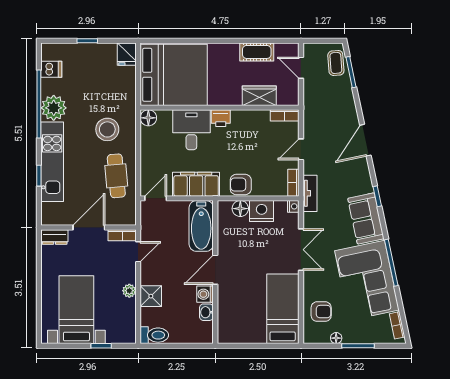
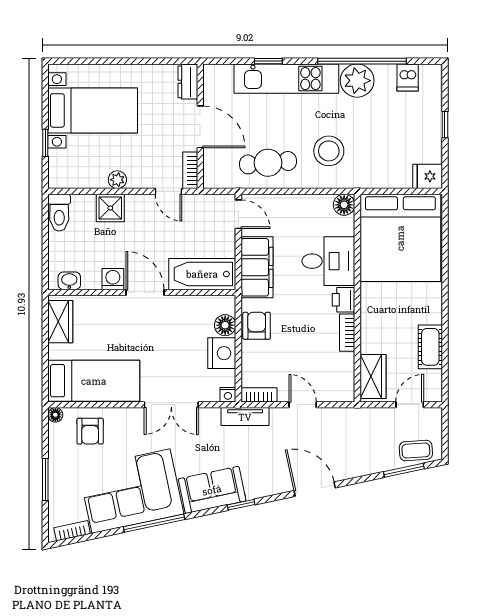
wardrobe: (259, 96) -> (373, 376), moved
bookcase: (285, 115) -> (347, 333), moved
washbasin: (206, 312) -> (69, 281), moved
wardrobe: (238, 334) -> (60, 322), added
floor lamp: (336, 338) -> (55, 415), moved

